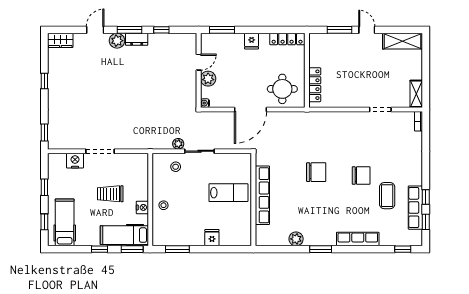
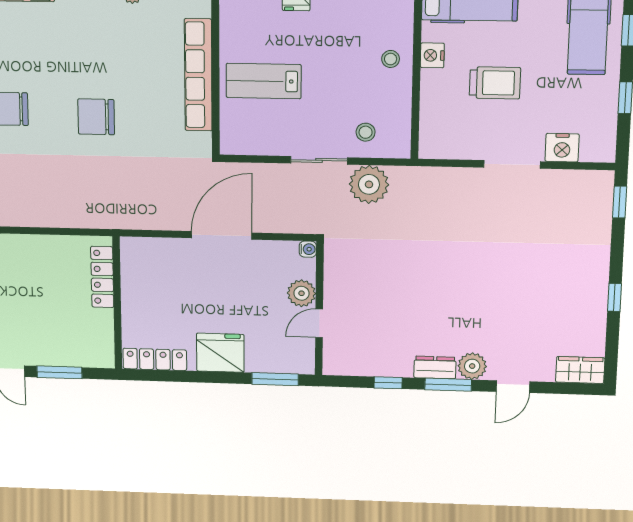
fridge: (252, 41) -> (220, 353), width x1.88, depth x1.34
round table: (282, 89) -> (162, 271), removed
plant: (178, 144) -> (369, 184), width x1.88, depth x1.88

